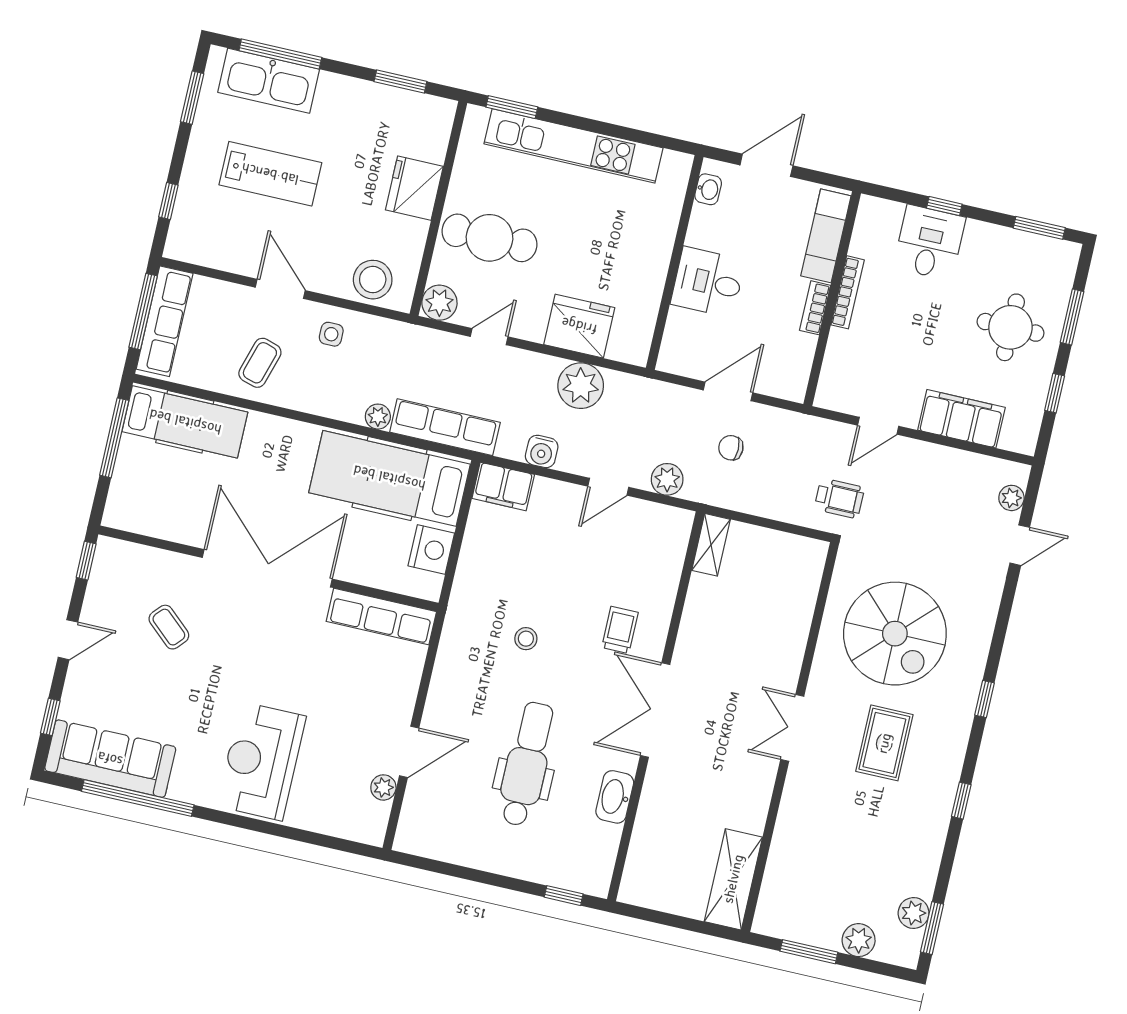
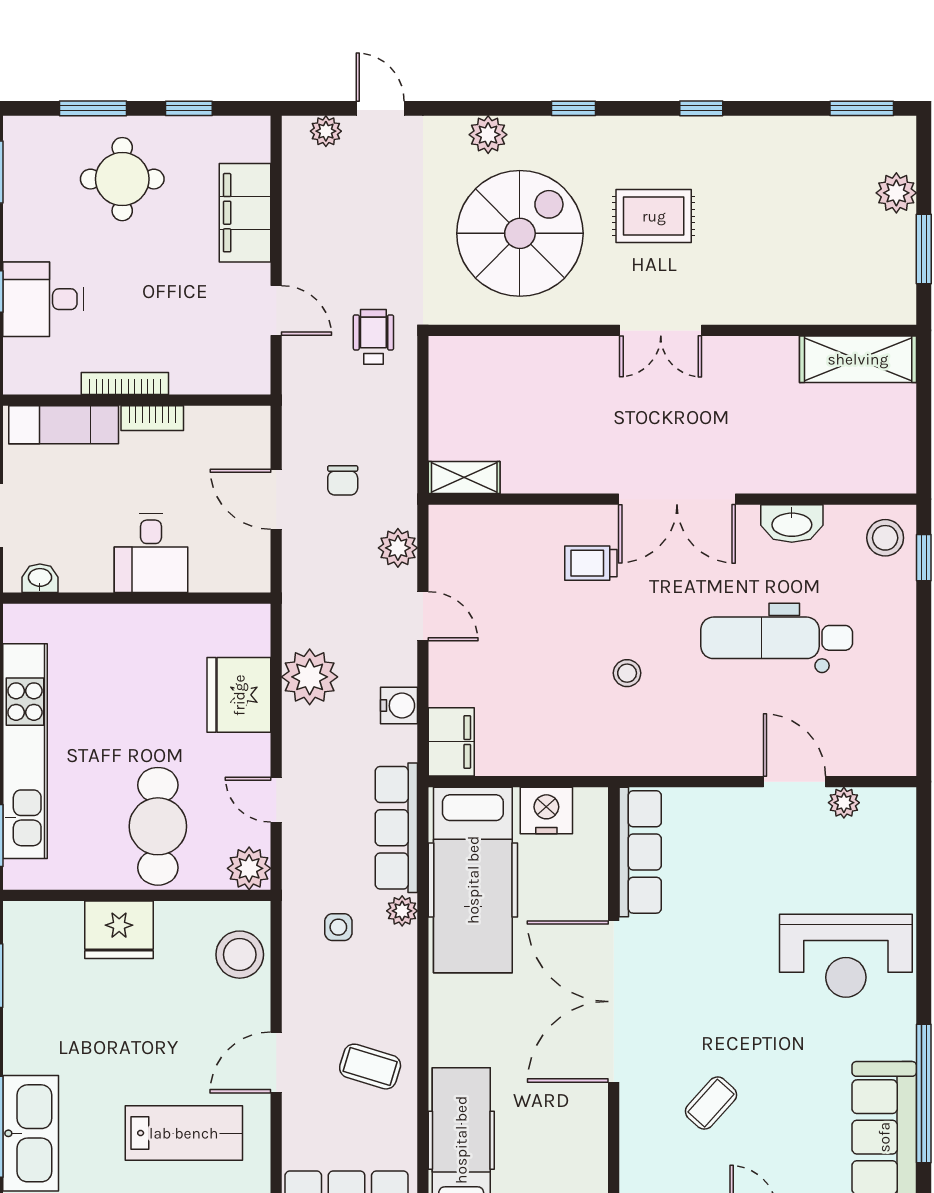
lab bench: (270, 174) -> (184, 1133), moved, turned 90
side table: (331, 334) -> (338, 927), moved
stool: (586, 868) -> (885, 538), added
plant: (914, 913) -> (488, 135), moved

